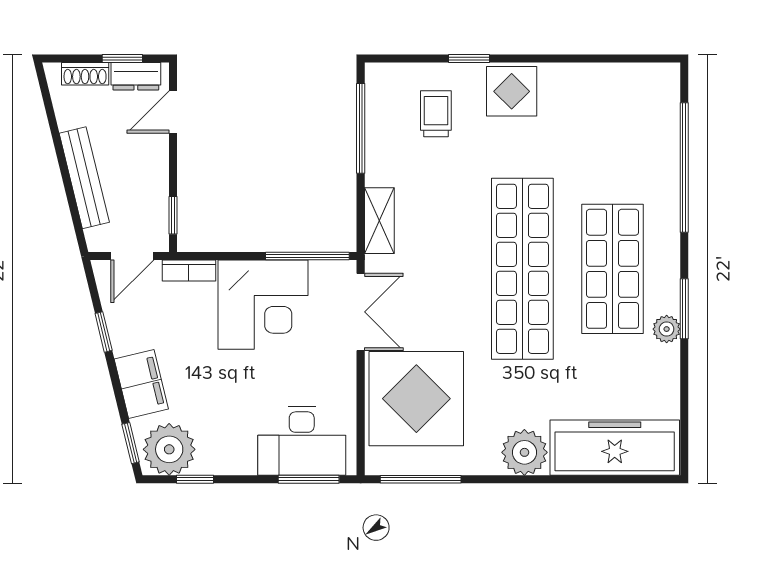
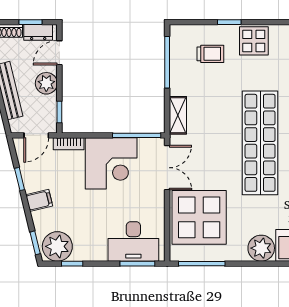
trolley: (436, 114) -> (210, 54), turned 90
plant: (150, 165) -> (46, 83), added
filing cabinet: (141, 384) -> (39, 200), width x0.50

